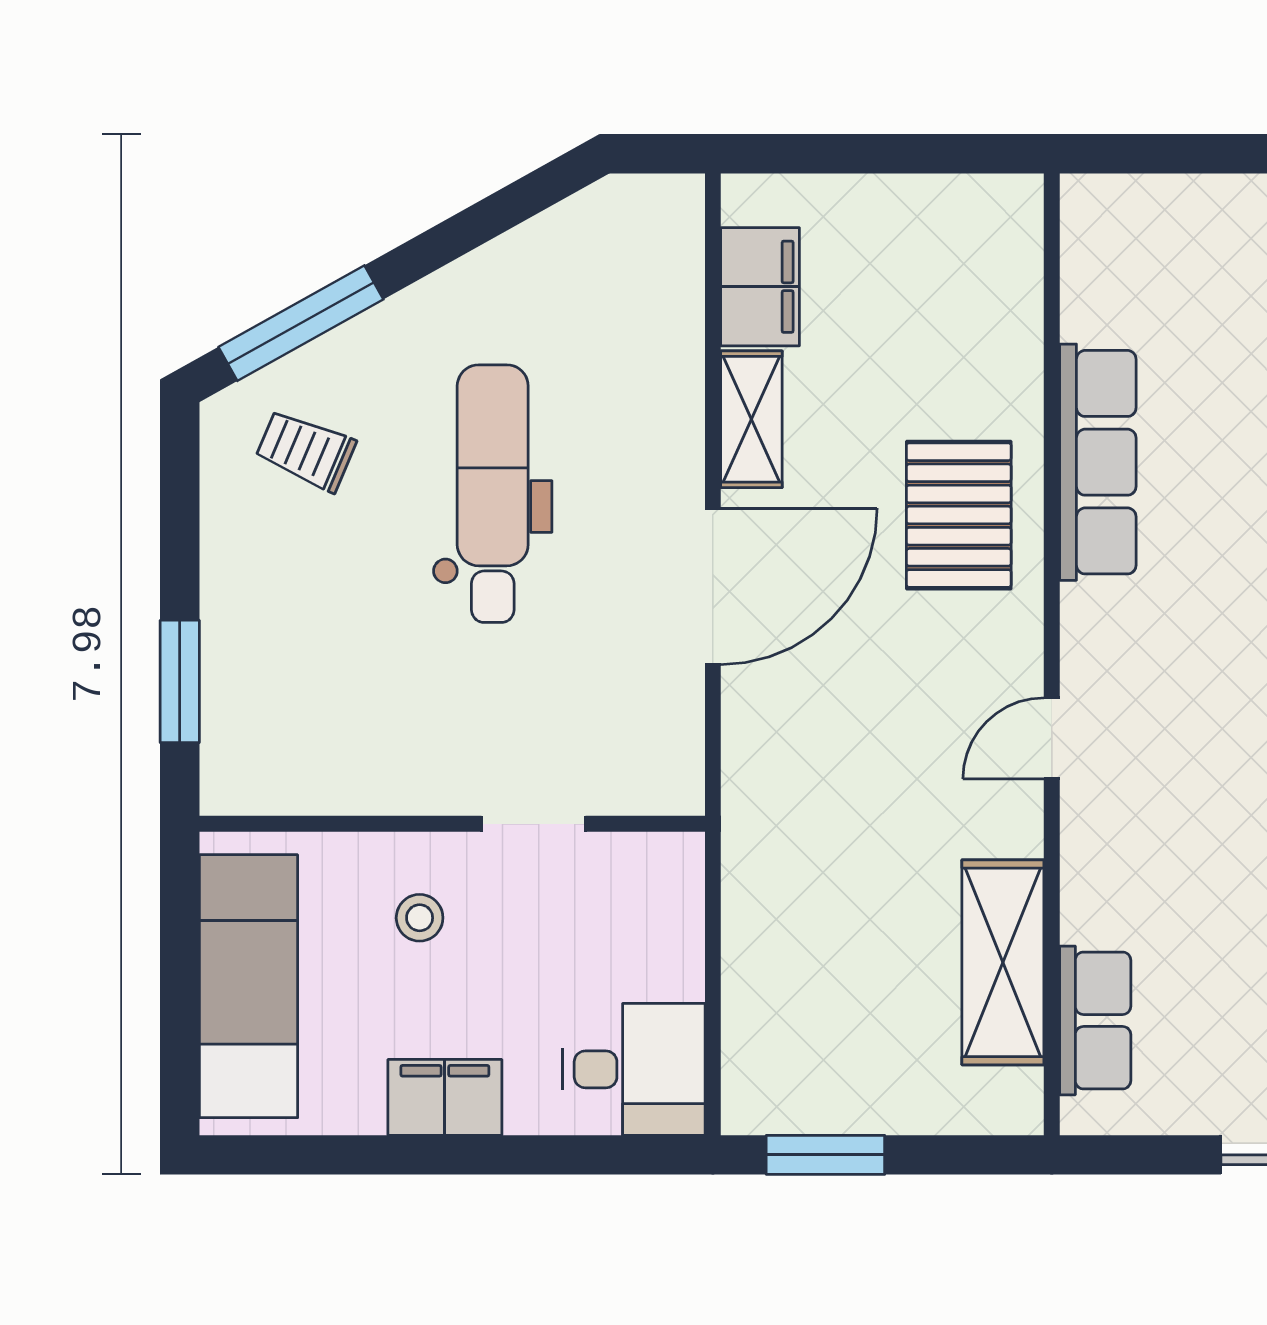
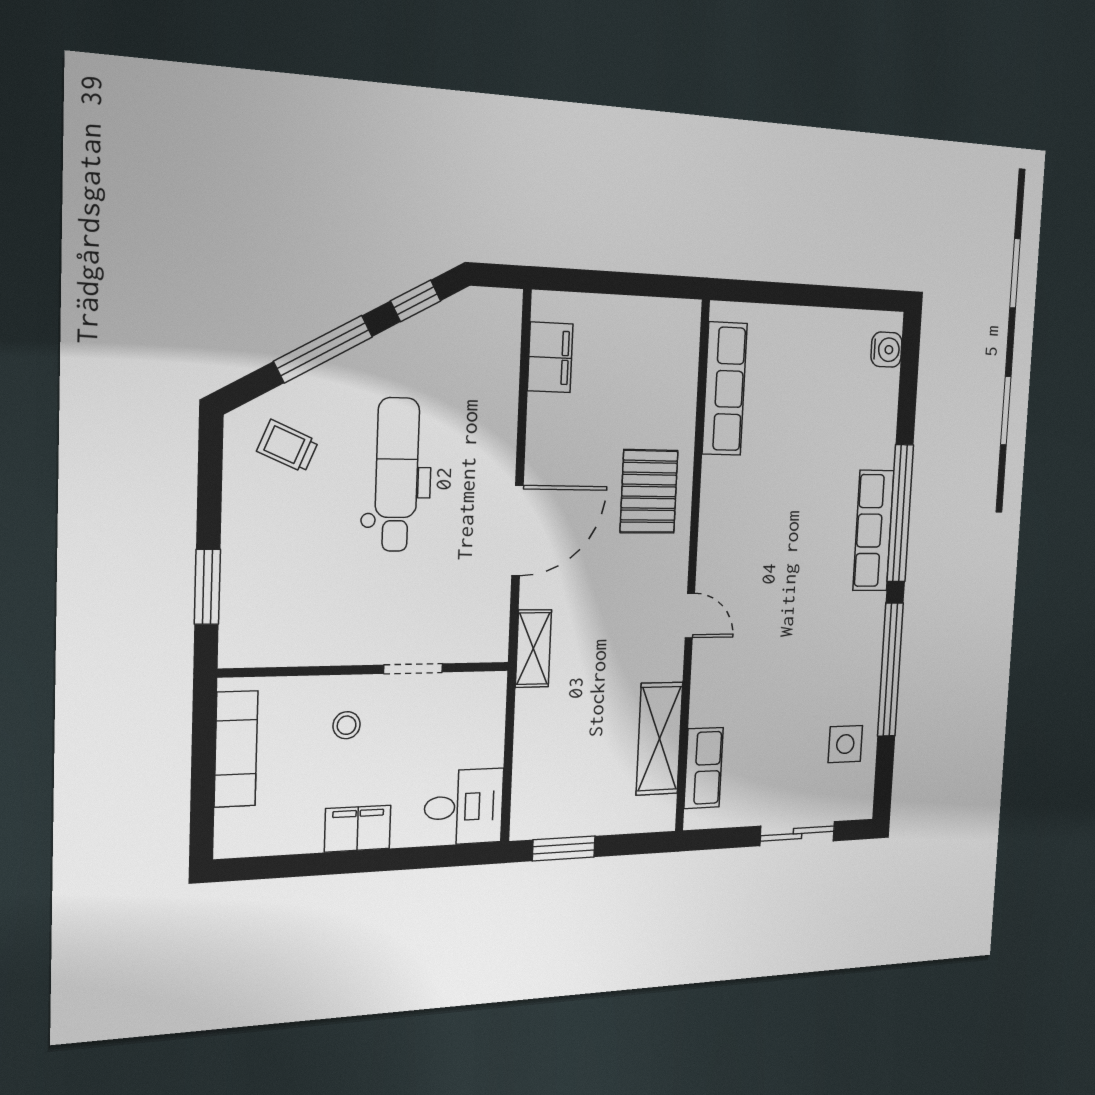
window: (515, 204) -> (416, 301), added
window: (301, 323) -> (323, 349), moved
shelving: (751, 419) -> (533, 649), moved
row of seats: (1098, 462) -> (725, 389), moved
door: (1052, 738) -> (690, 616), swing flipped
exam couch: (248, 986) -> (236, 749), width x0.73, depth x0.69

